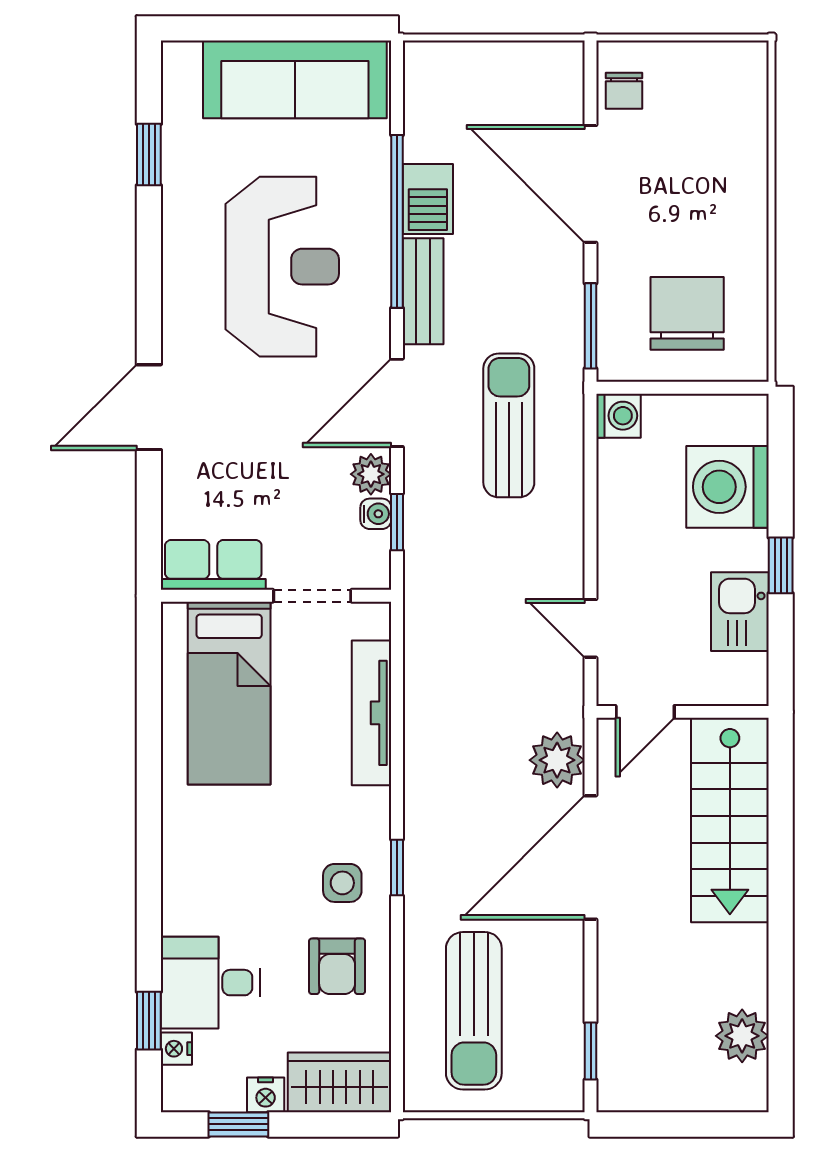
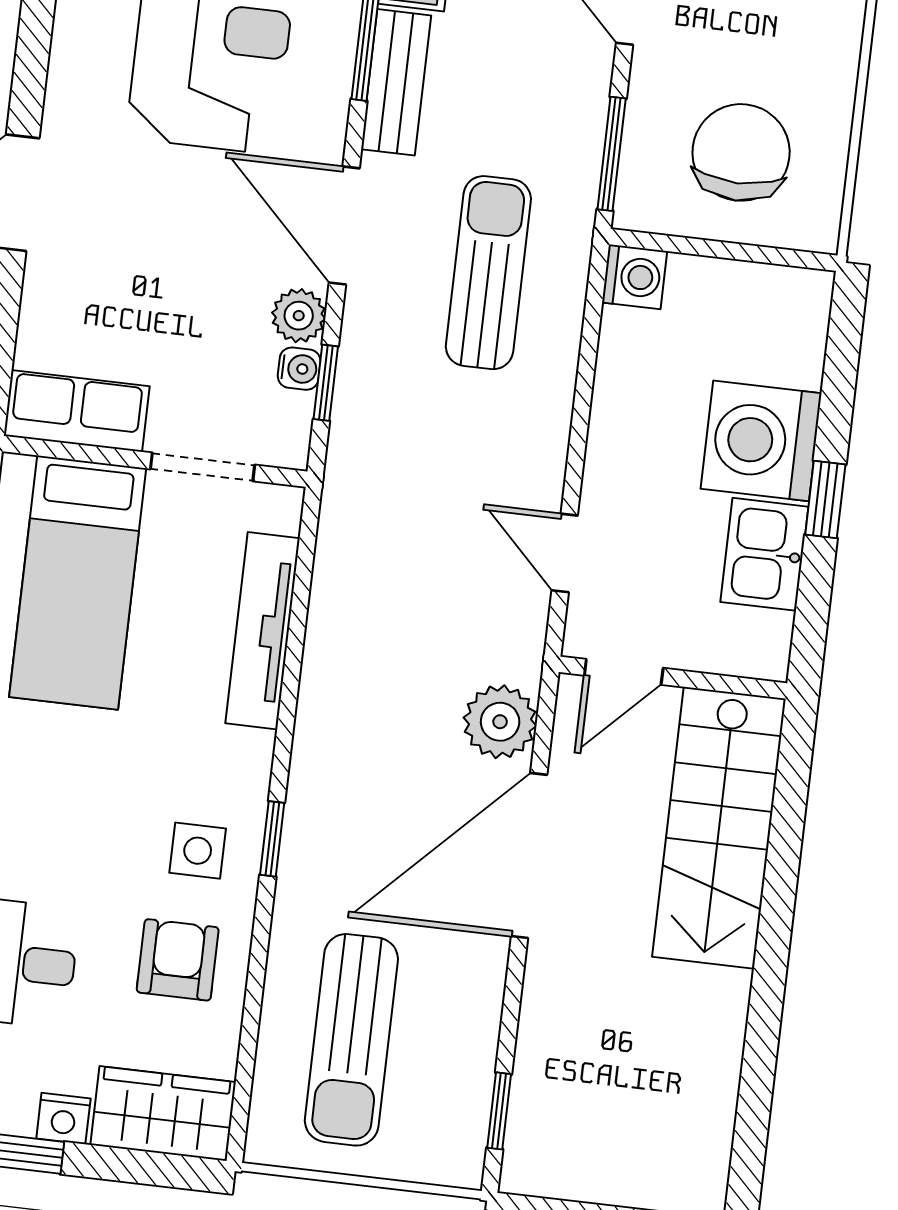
door: (397, 403) -> (344, 225), hinge flipped
washing machine: (727, 487) -> (761, 441), moved
armchair: (337, 966) -> (178, 960), turned 180
plant: (742, 1036) -> (701, 1114), removed

